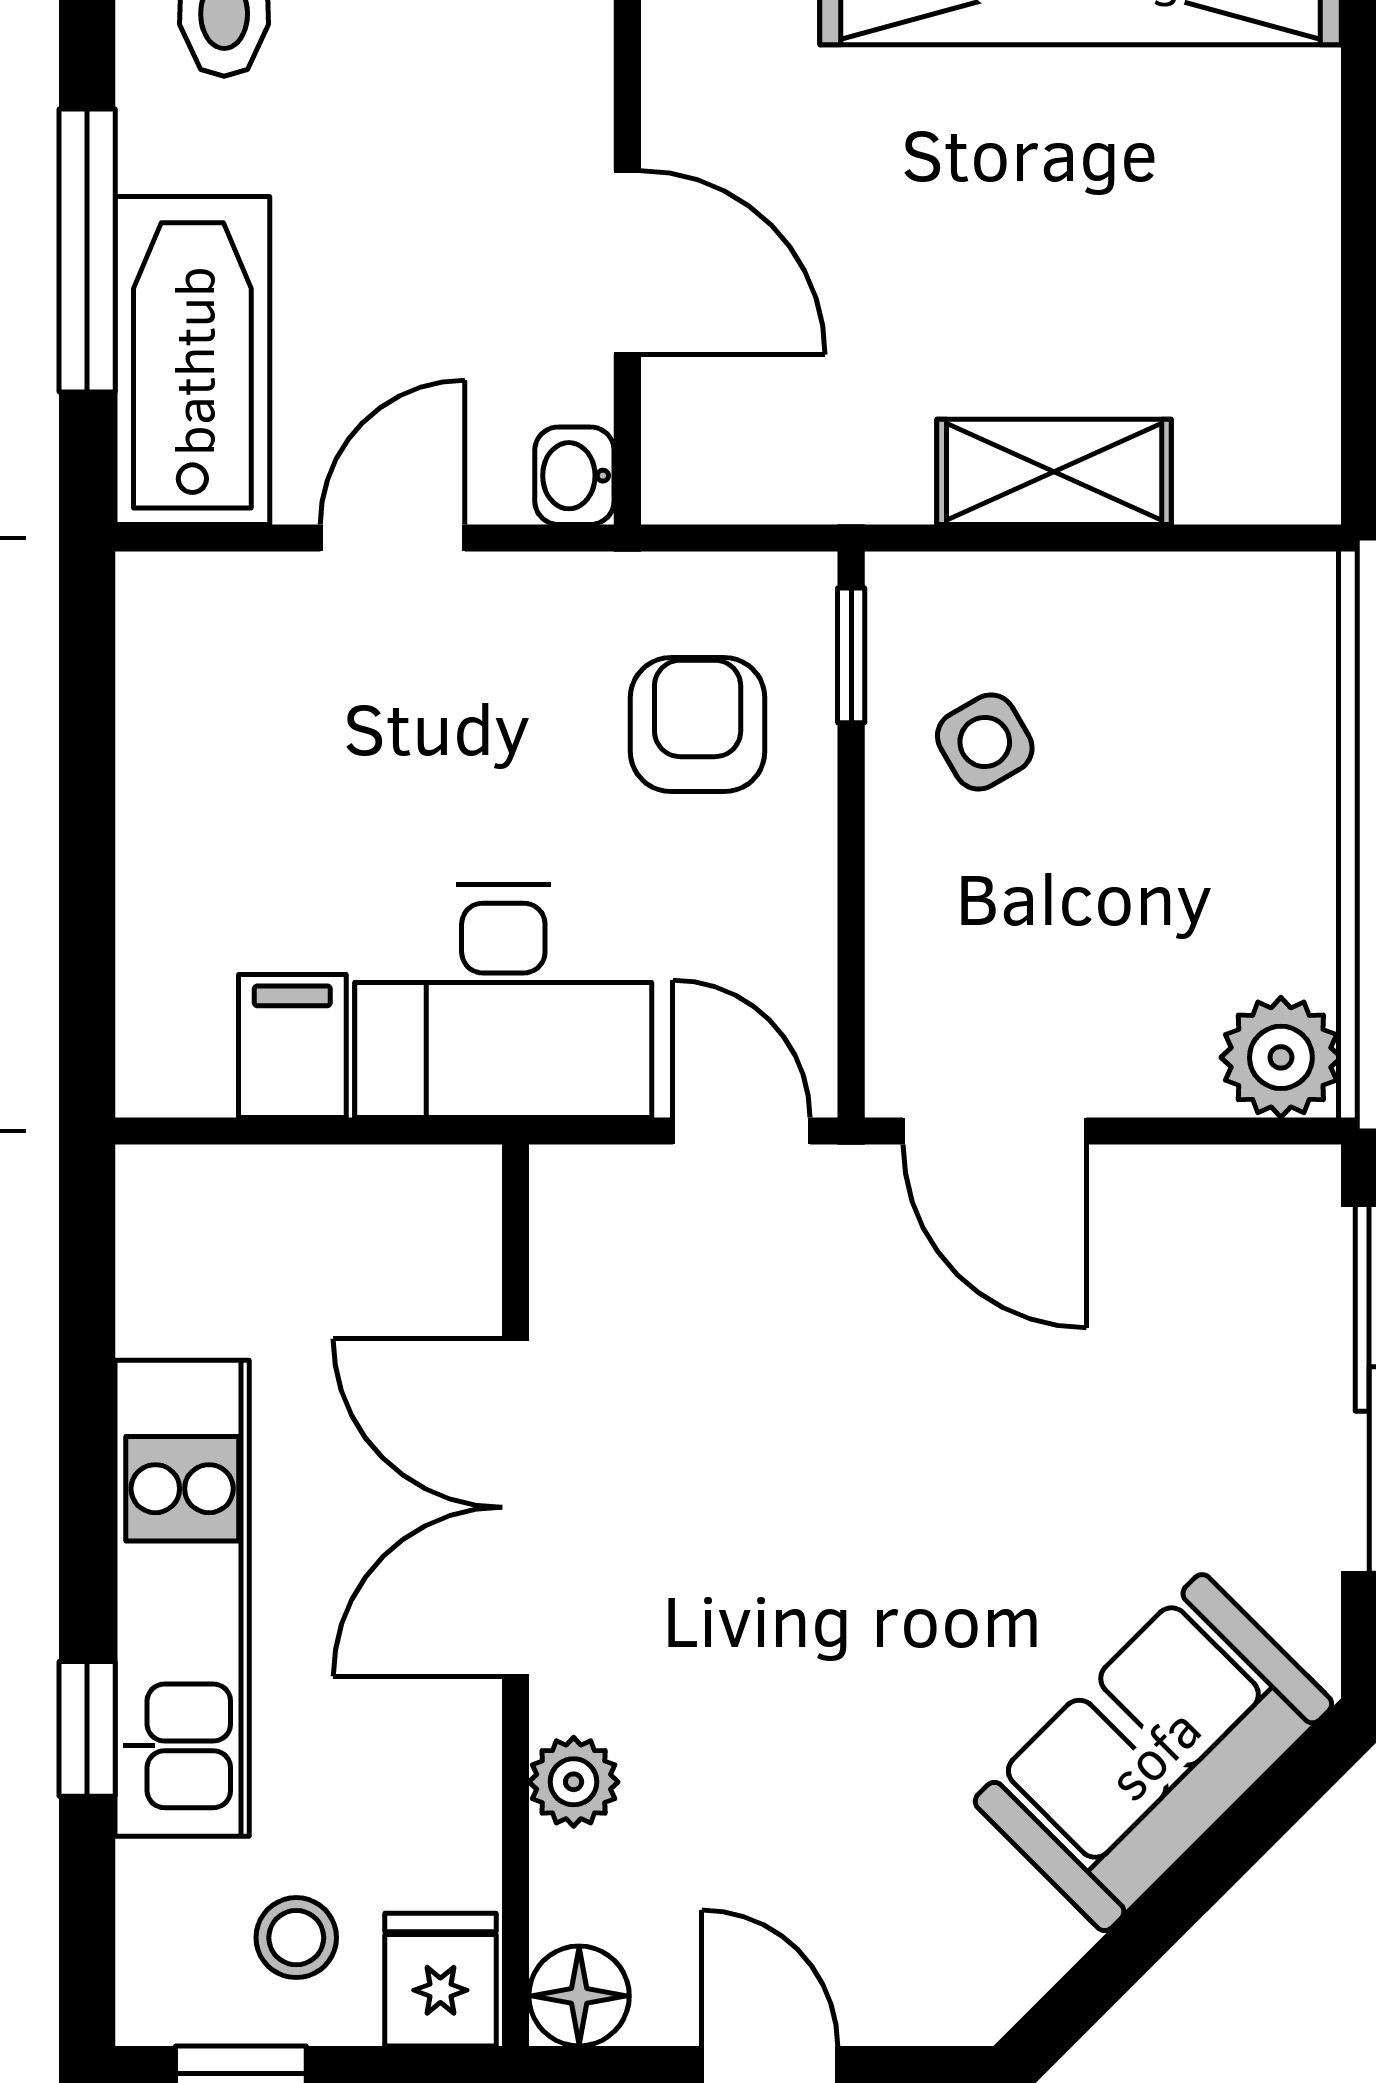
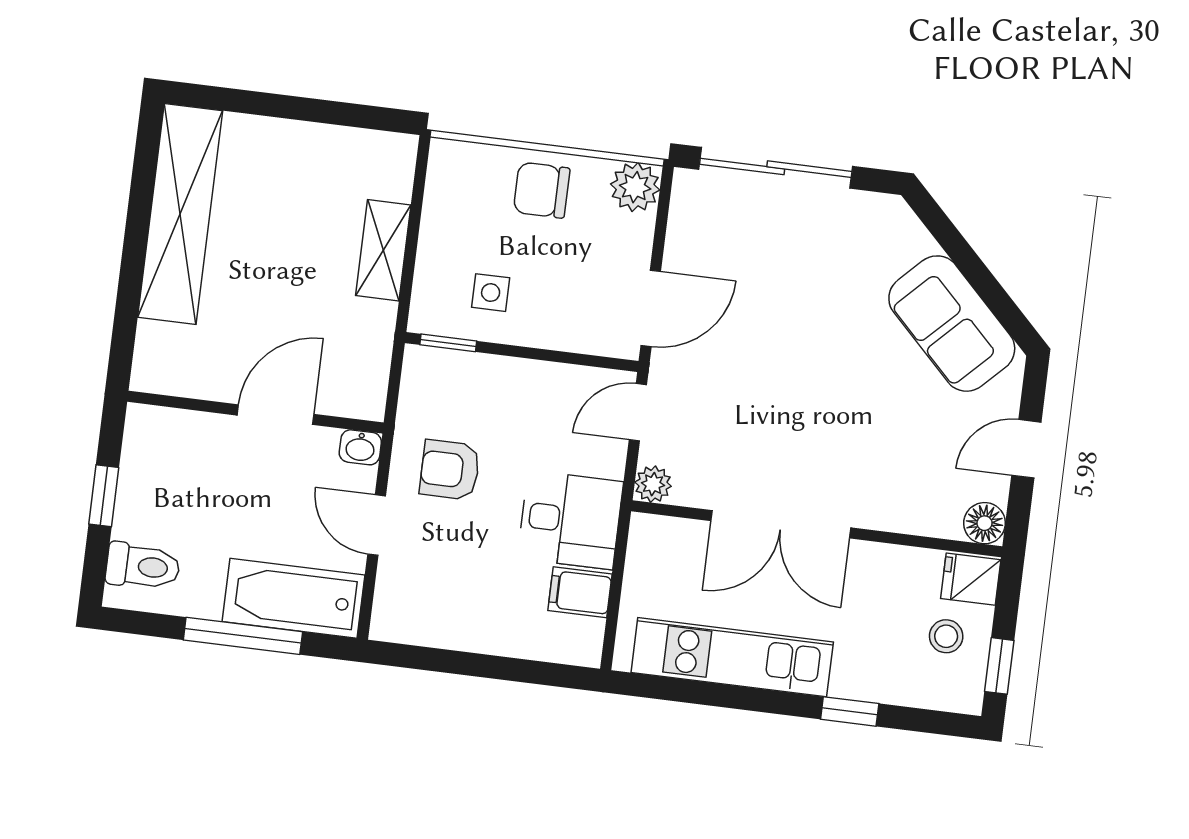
armchair: (698, 725) -> (450, 470), moved
side table: (985, 742) -> (491, 293), turned 30
chair: (1246, 834) -> (542, 190), added
desk: (503, 1001) -> (570, 520), width x0.73
kitchen unit: (182, 1598) -> (732, 657), moved
sofa: (1153, 1753) -> (952, 324), moved
plant: (574, 1782) -> (653, 484), moved

